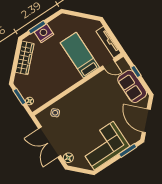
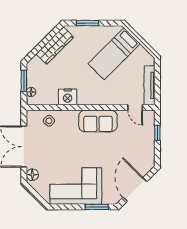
nightstand: (44, 33) -> (68, 97), moved, turned 180
bed: (80, 55) -> (114, 54), moved, turned -135
sofa: (132, 86) -> (98, 121), moved, turned -90

